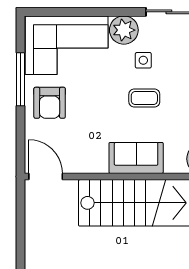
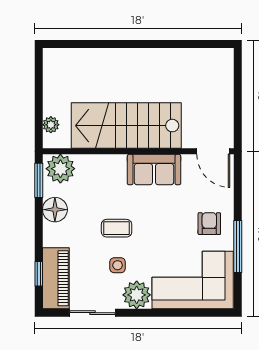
armchair: (50, 103) -> (209, 224), width x0.72, depth x0.72
sofa: (136, 158) -> (154, 170), moved

